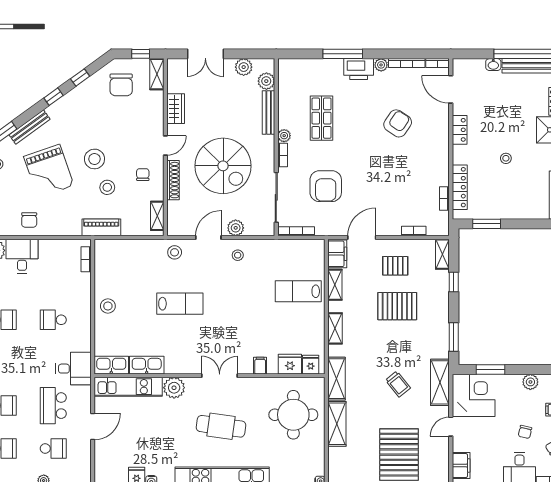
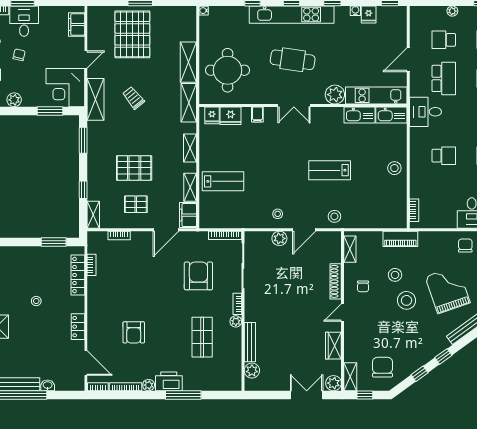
plant: (244, 67) -> (334, 383), moved
armchair: (398, 123) -> (134, 332), turned -34
spiral stairs: (223, 166) -> (291, 294), removed

